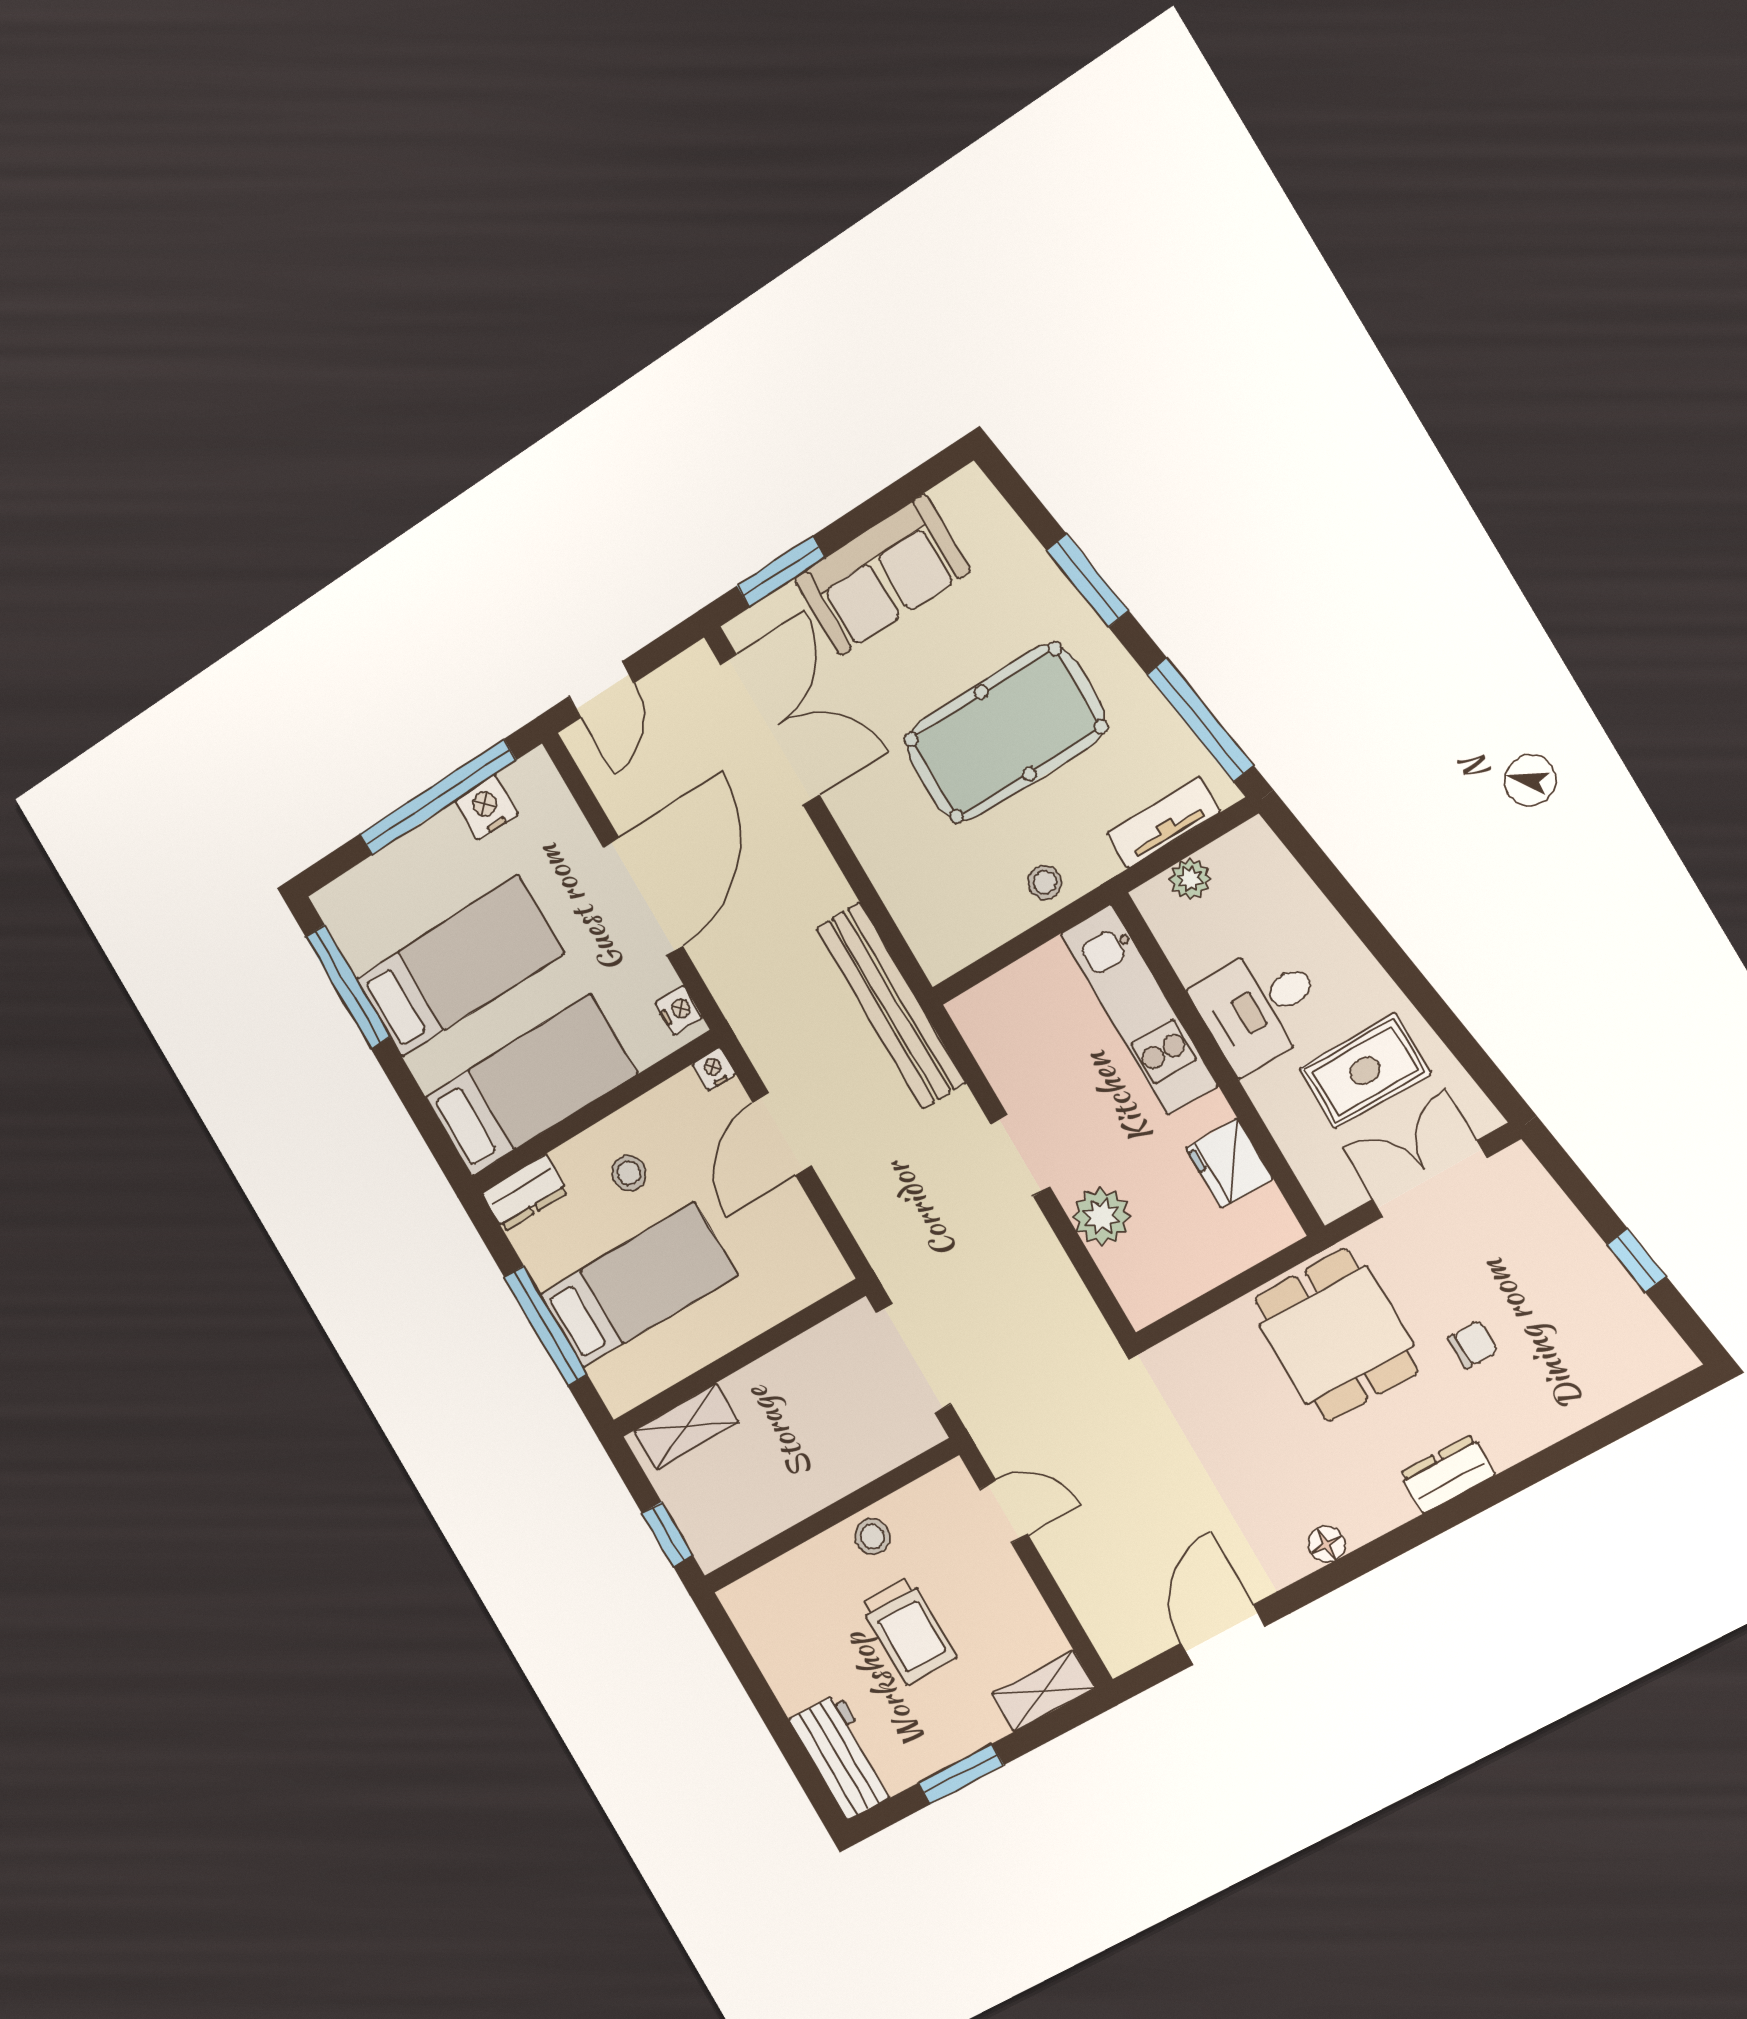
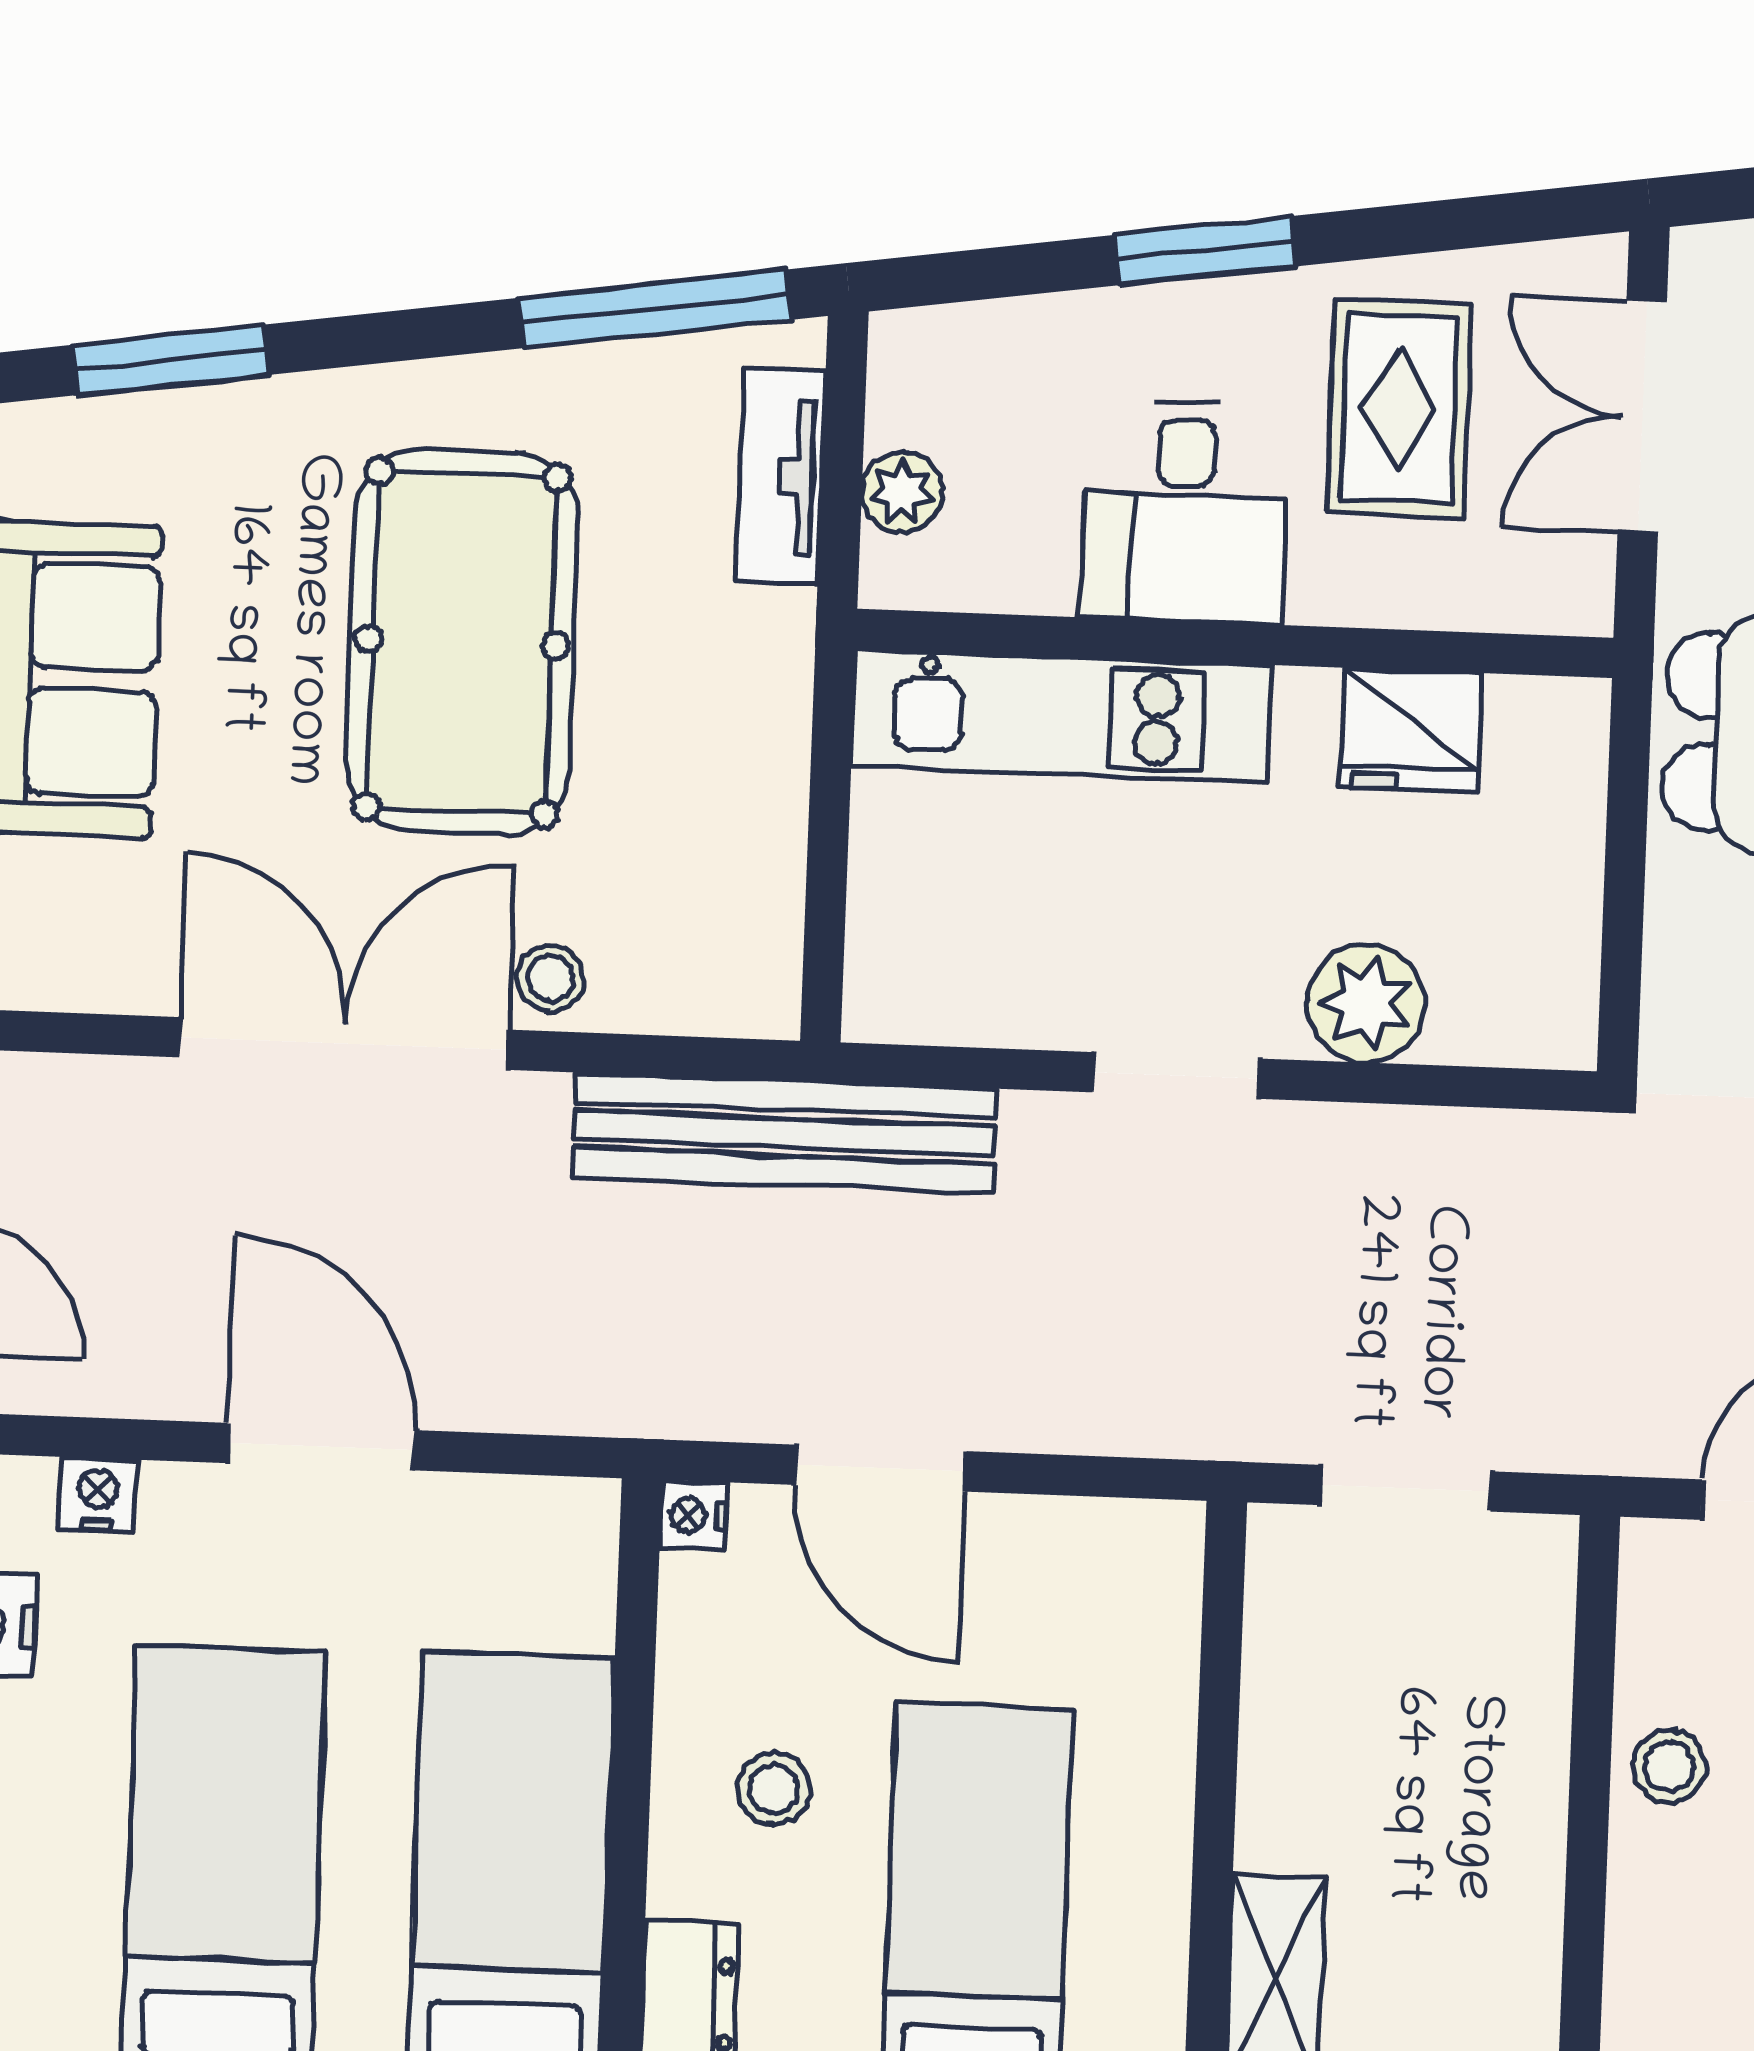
window: (1088, 580) -> (170, 360), moved
double door: (770, 730) -> (344, 1043), moved
stool: (1045, 882) -> (550, 978), moved
door: (643, 897) -> (321, 1447), width x0.73
window: (1380, 943) -> (1205, 251), added
nightstand: (679, 1010) -> (98, 1494), moved
doorway: (914, 1358) -> (1406, 1488), width x0.73

